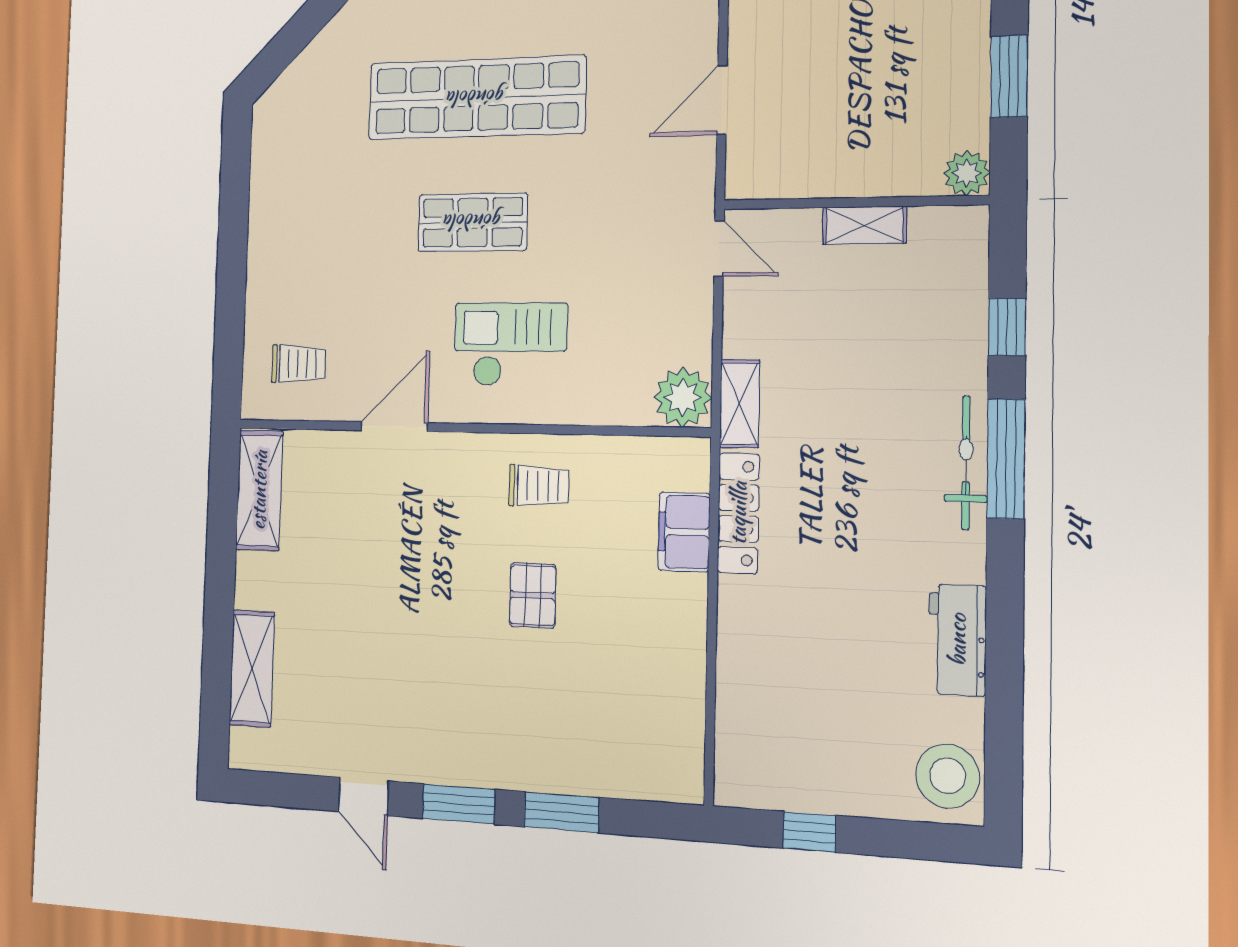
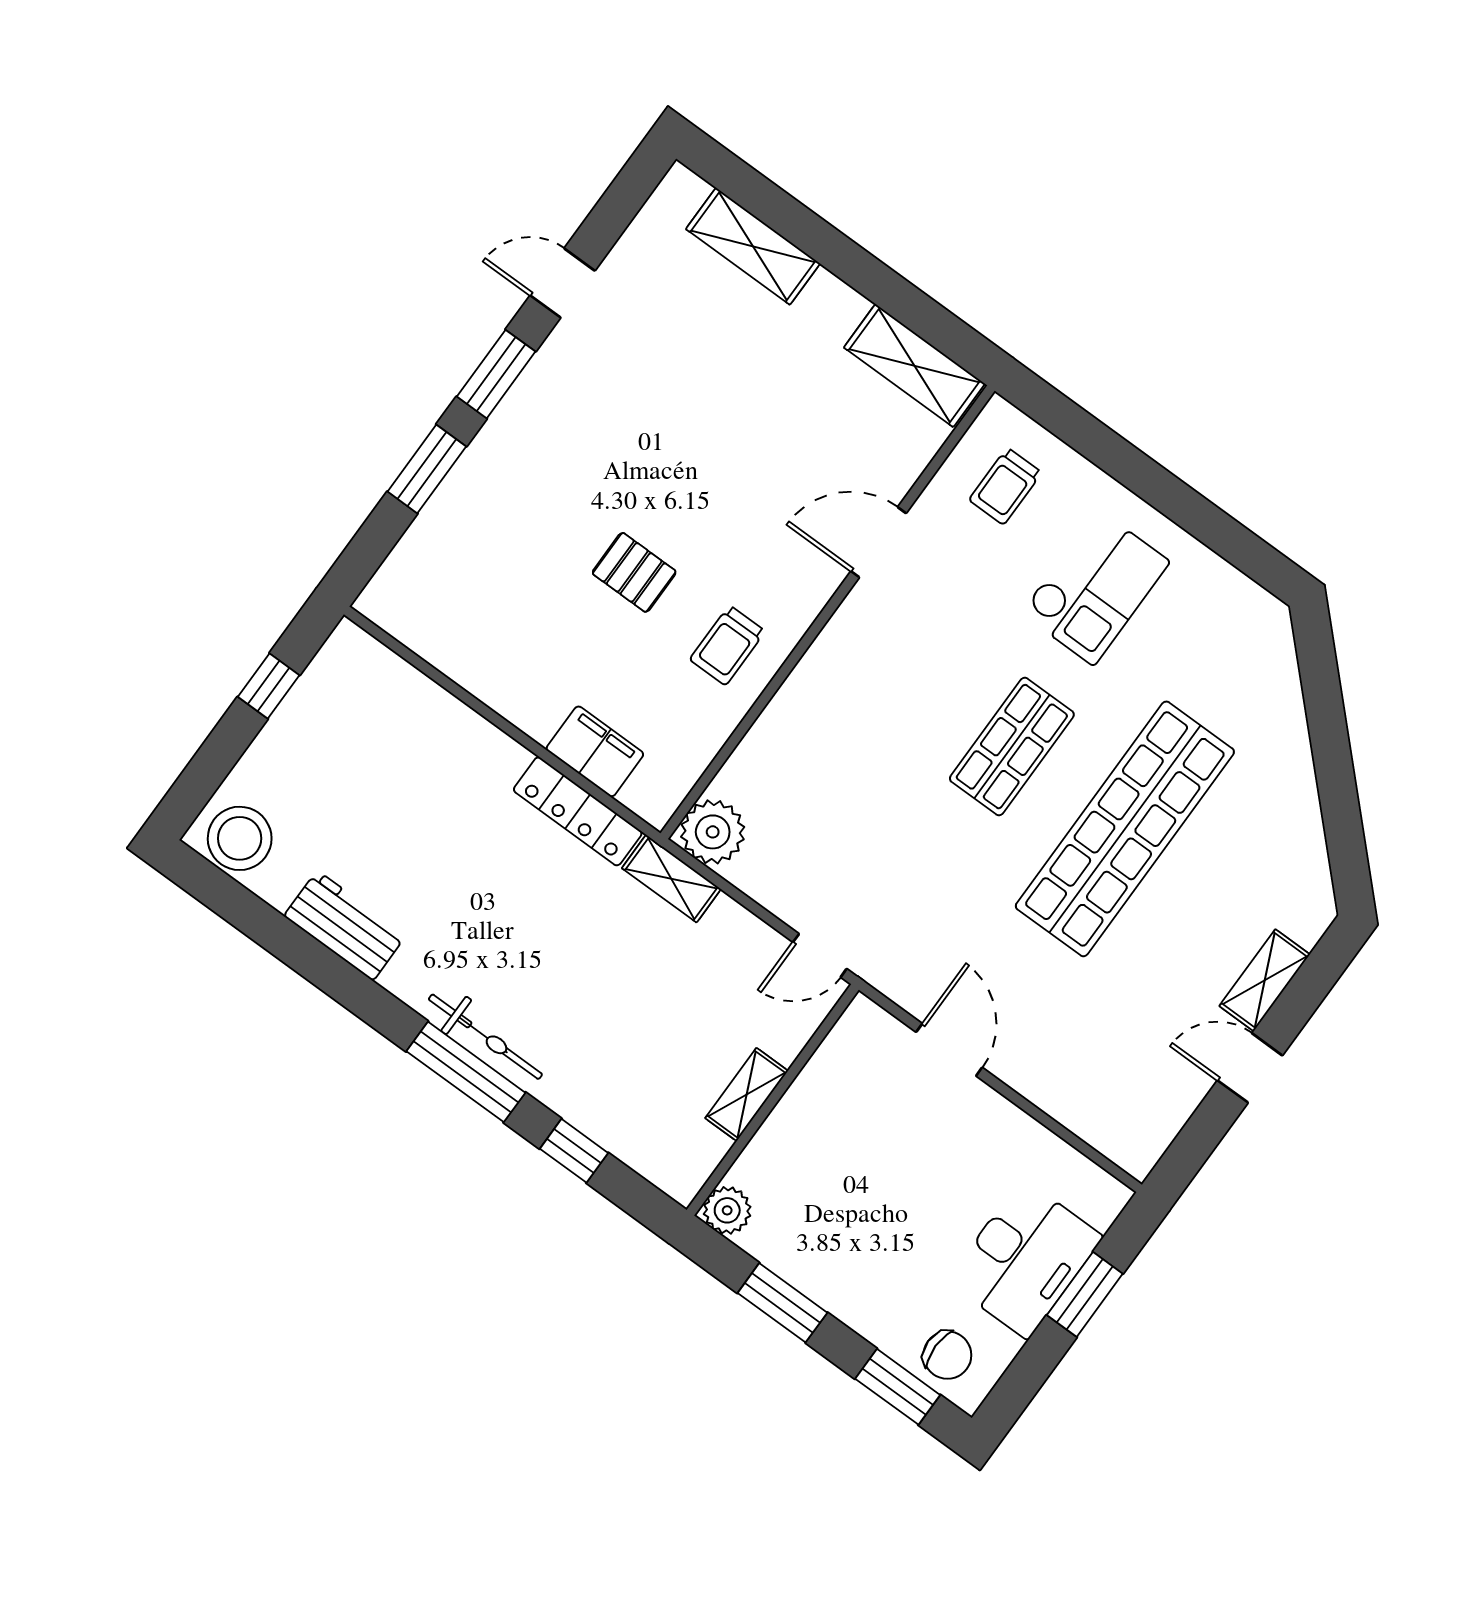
checkout: (510, 344) -> (1095, 587), moved
door: (394, 427) -> (878, 542), swing flipped

